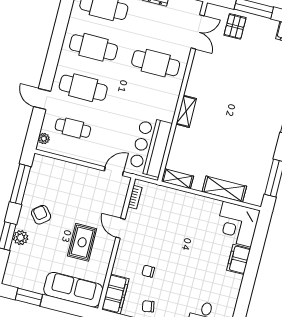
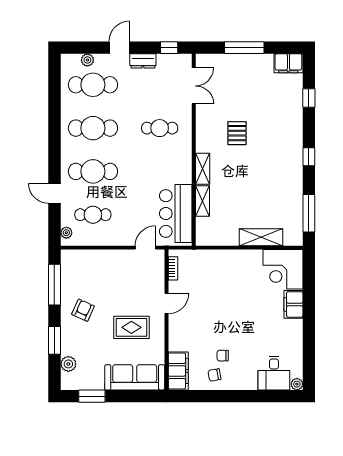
pallet: (235, 26) -> (237, 133), moved
cafe table: (156, 63) -> (160, 128), width x0.73, depth x0.74
shelving: (178, 179) -> (203, 201), moved, turned 90
armchair: (41, 215) -> (83, 310), turned 63
door: (120, 228) -> (166, 303), swing flipped
plant: (21, 238) -> (68, 364), moved
rug: (82, 242) -> (131, 327), turned 90
chair: (148, 271) -> (223, 356), moved

